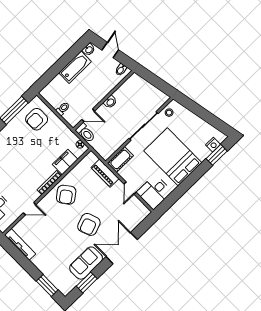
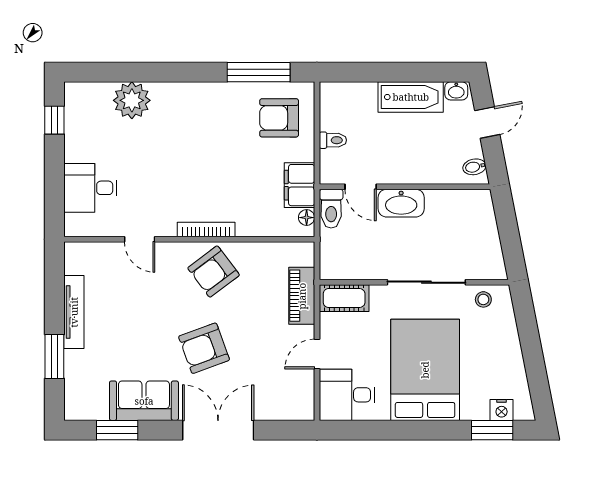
washbasin: (110, 102) -> (401, 203), width x1.91, depth x1.45
filing cabinet: (65, 162) -> (299, 185), moved, turned -90
tv unit: (20, 244) -> (74, 312), moved
window: (47, 286) -> (54, 356), moved

